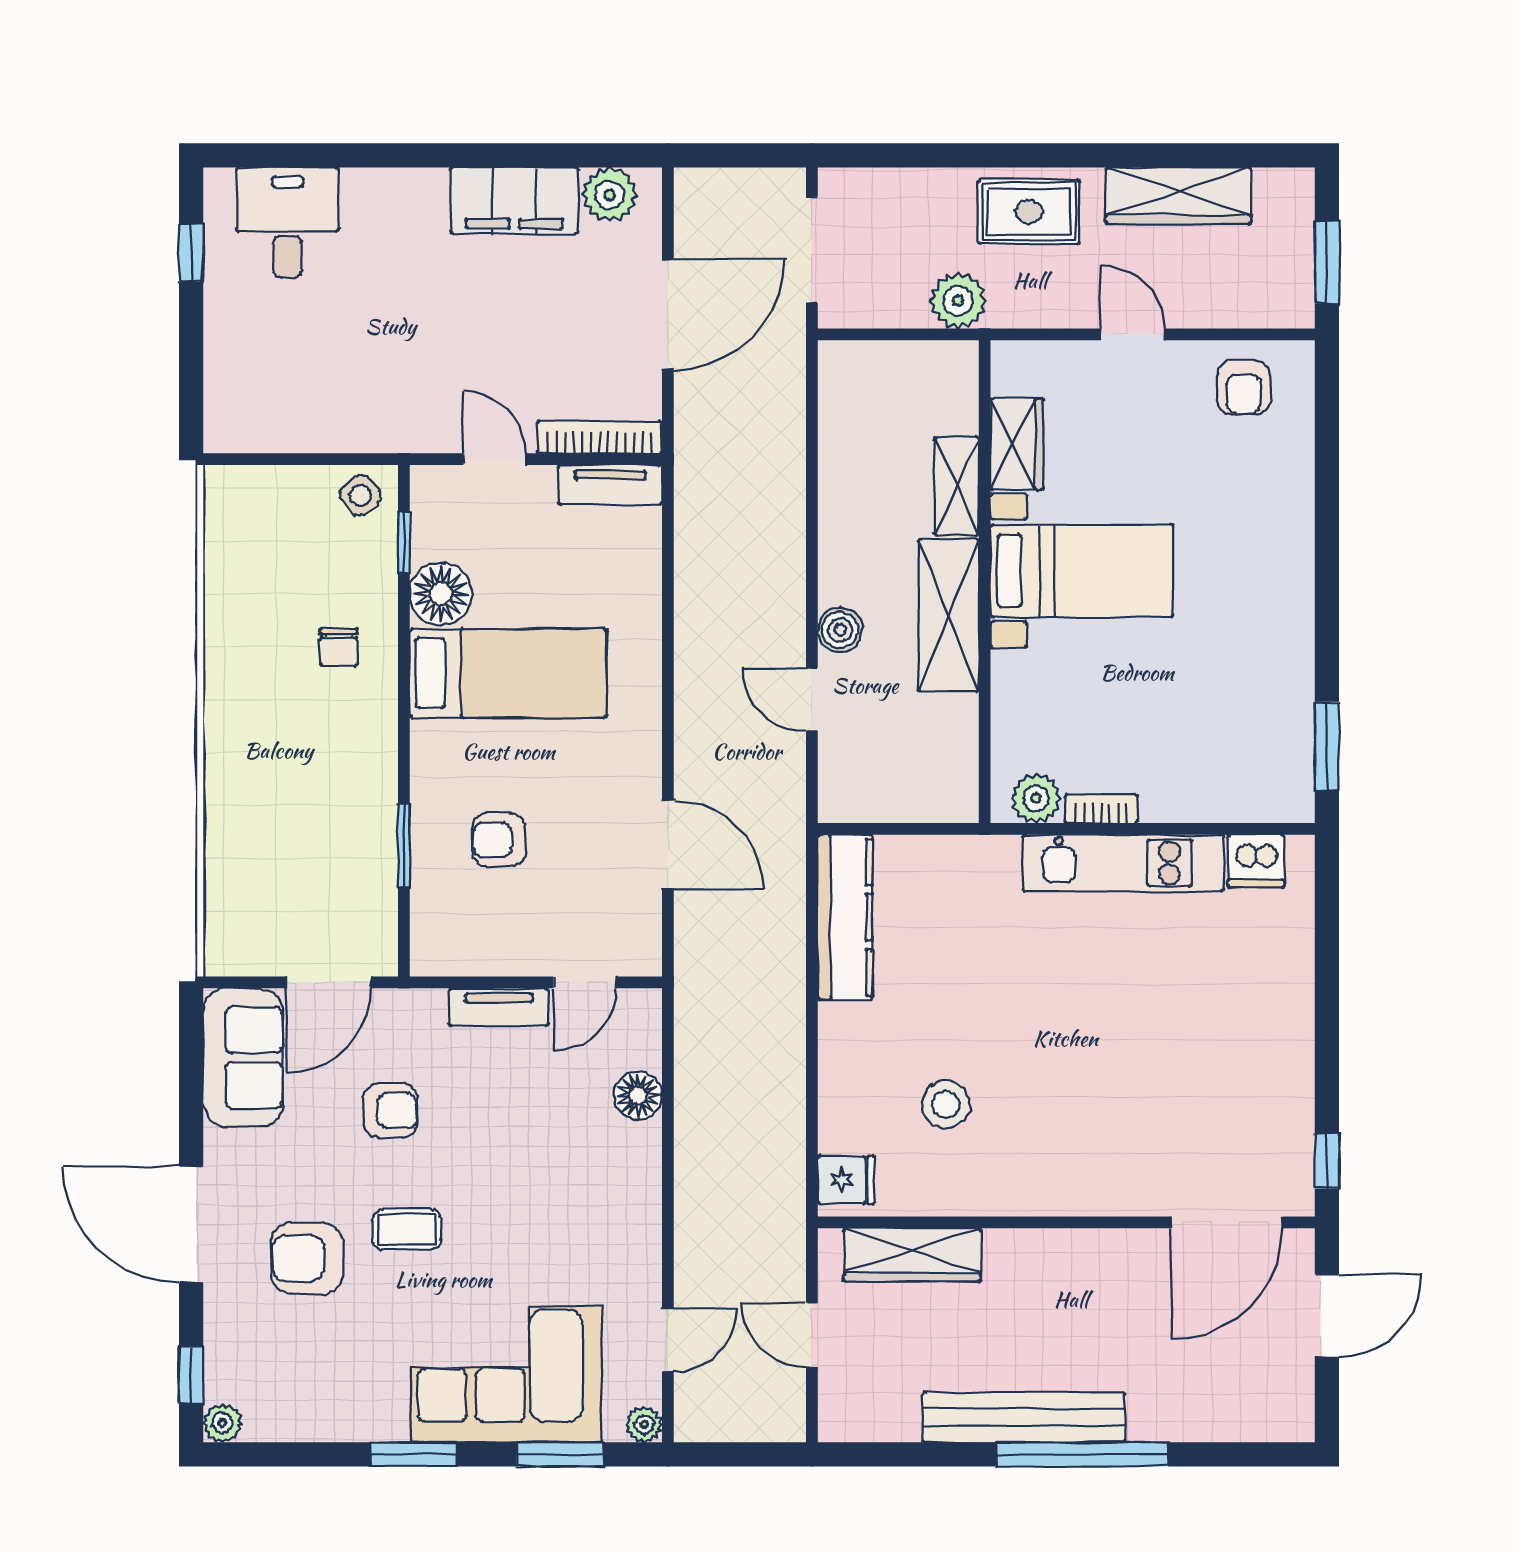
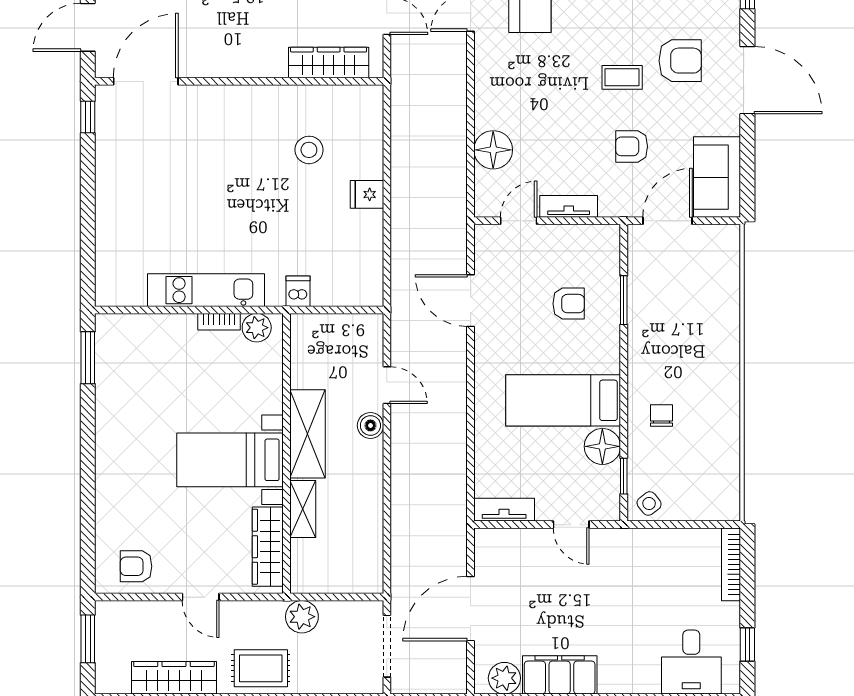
armchair: (1244, 387) -> (136, 566), turned -90
bookcase: (599, 437) -> (731, 564), moved, turned 90
wardrobe: (1017, 444) -> (268, 547), width x1.50
dishwasher: (1256, 861) -> (298, 291), moved, width x0.73
kitchen counter: (845, 917) -> (368, 259), removed
floor lamp: (638, 1095) -> (493, 150), width x1.38, depth x1.38
fridge: (846, 1180) -> (367, 194), moved

